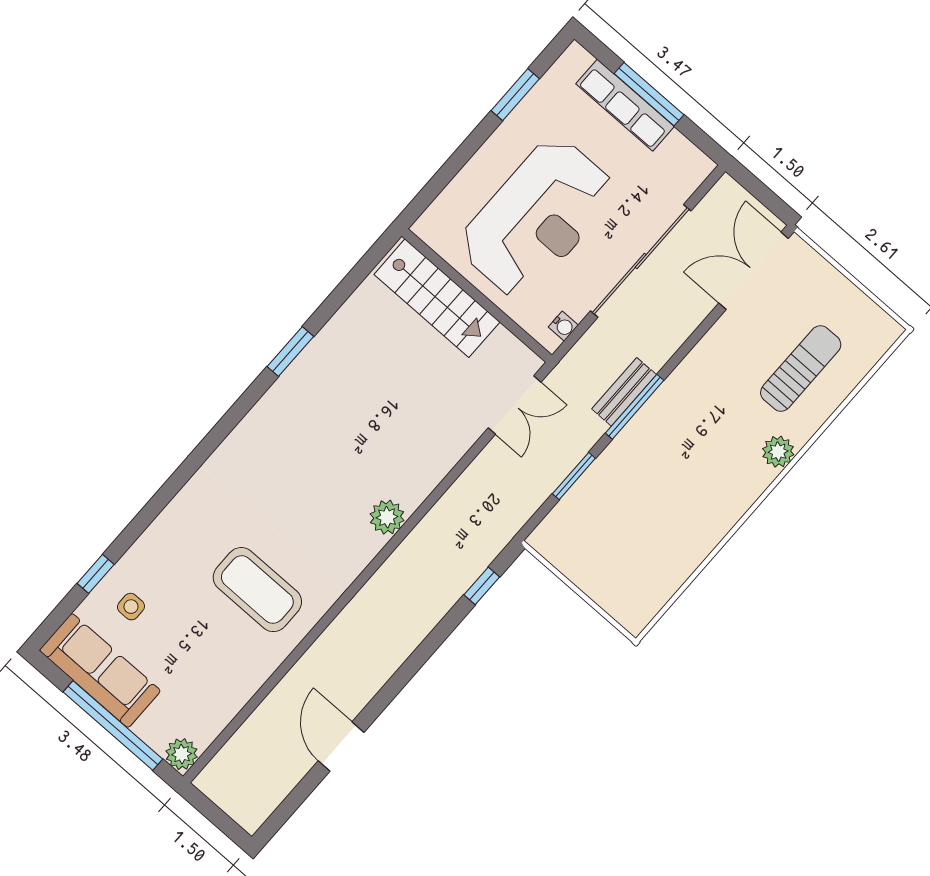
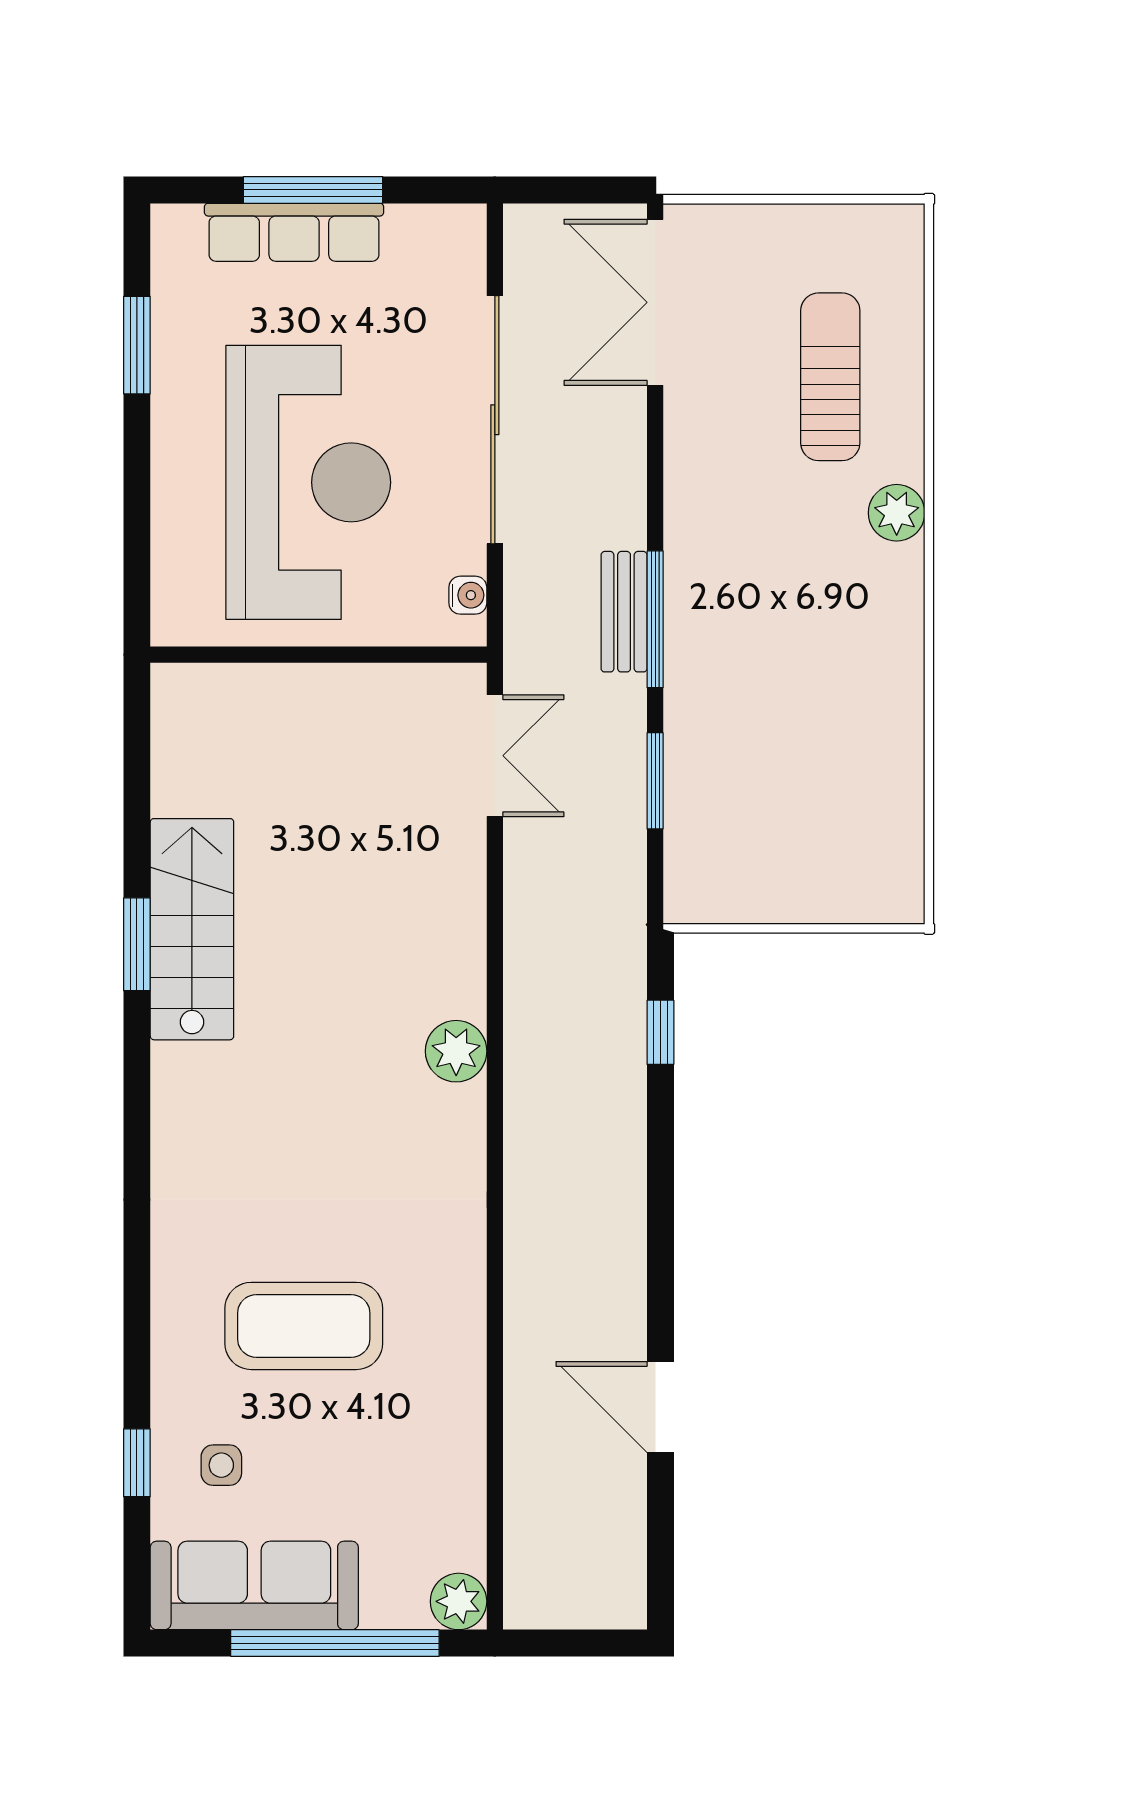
stairs: (437, 298) -> (192, 929), moved, turned -90
coffee table: (257, 590) -> (304, 1326), moved

